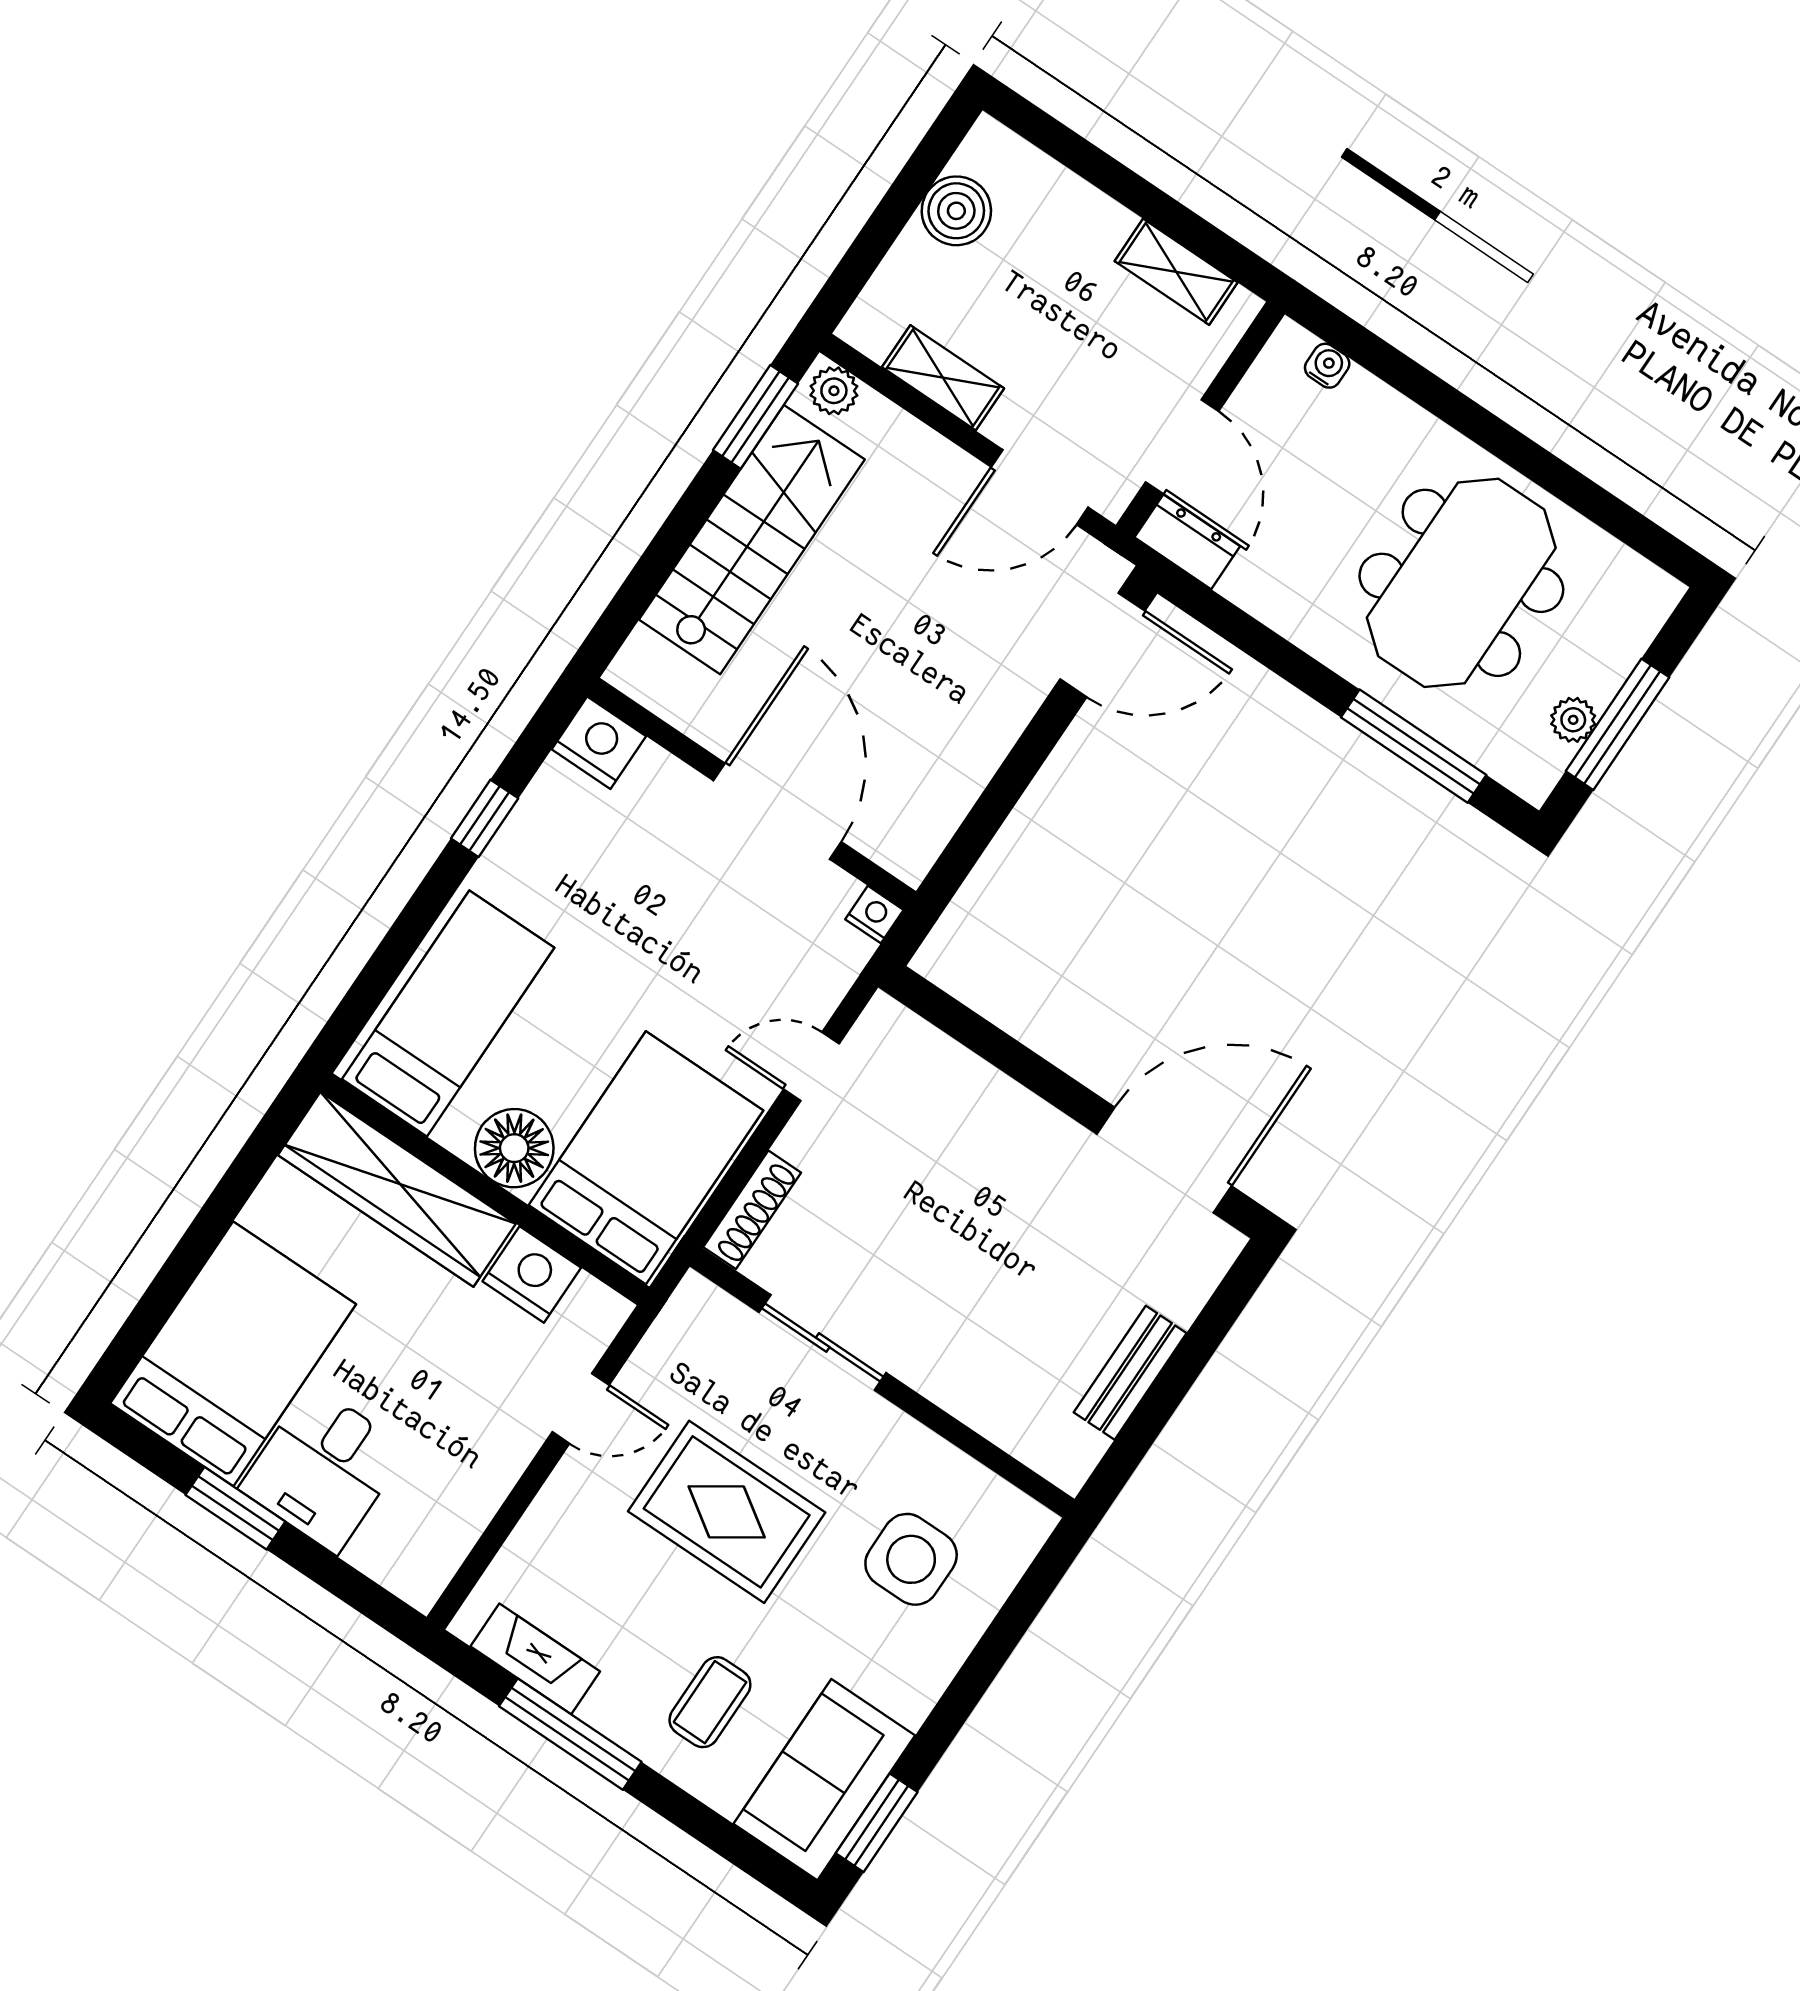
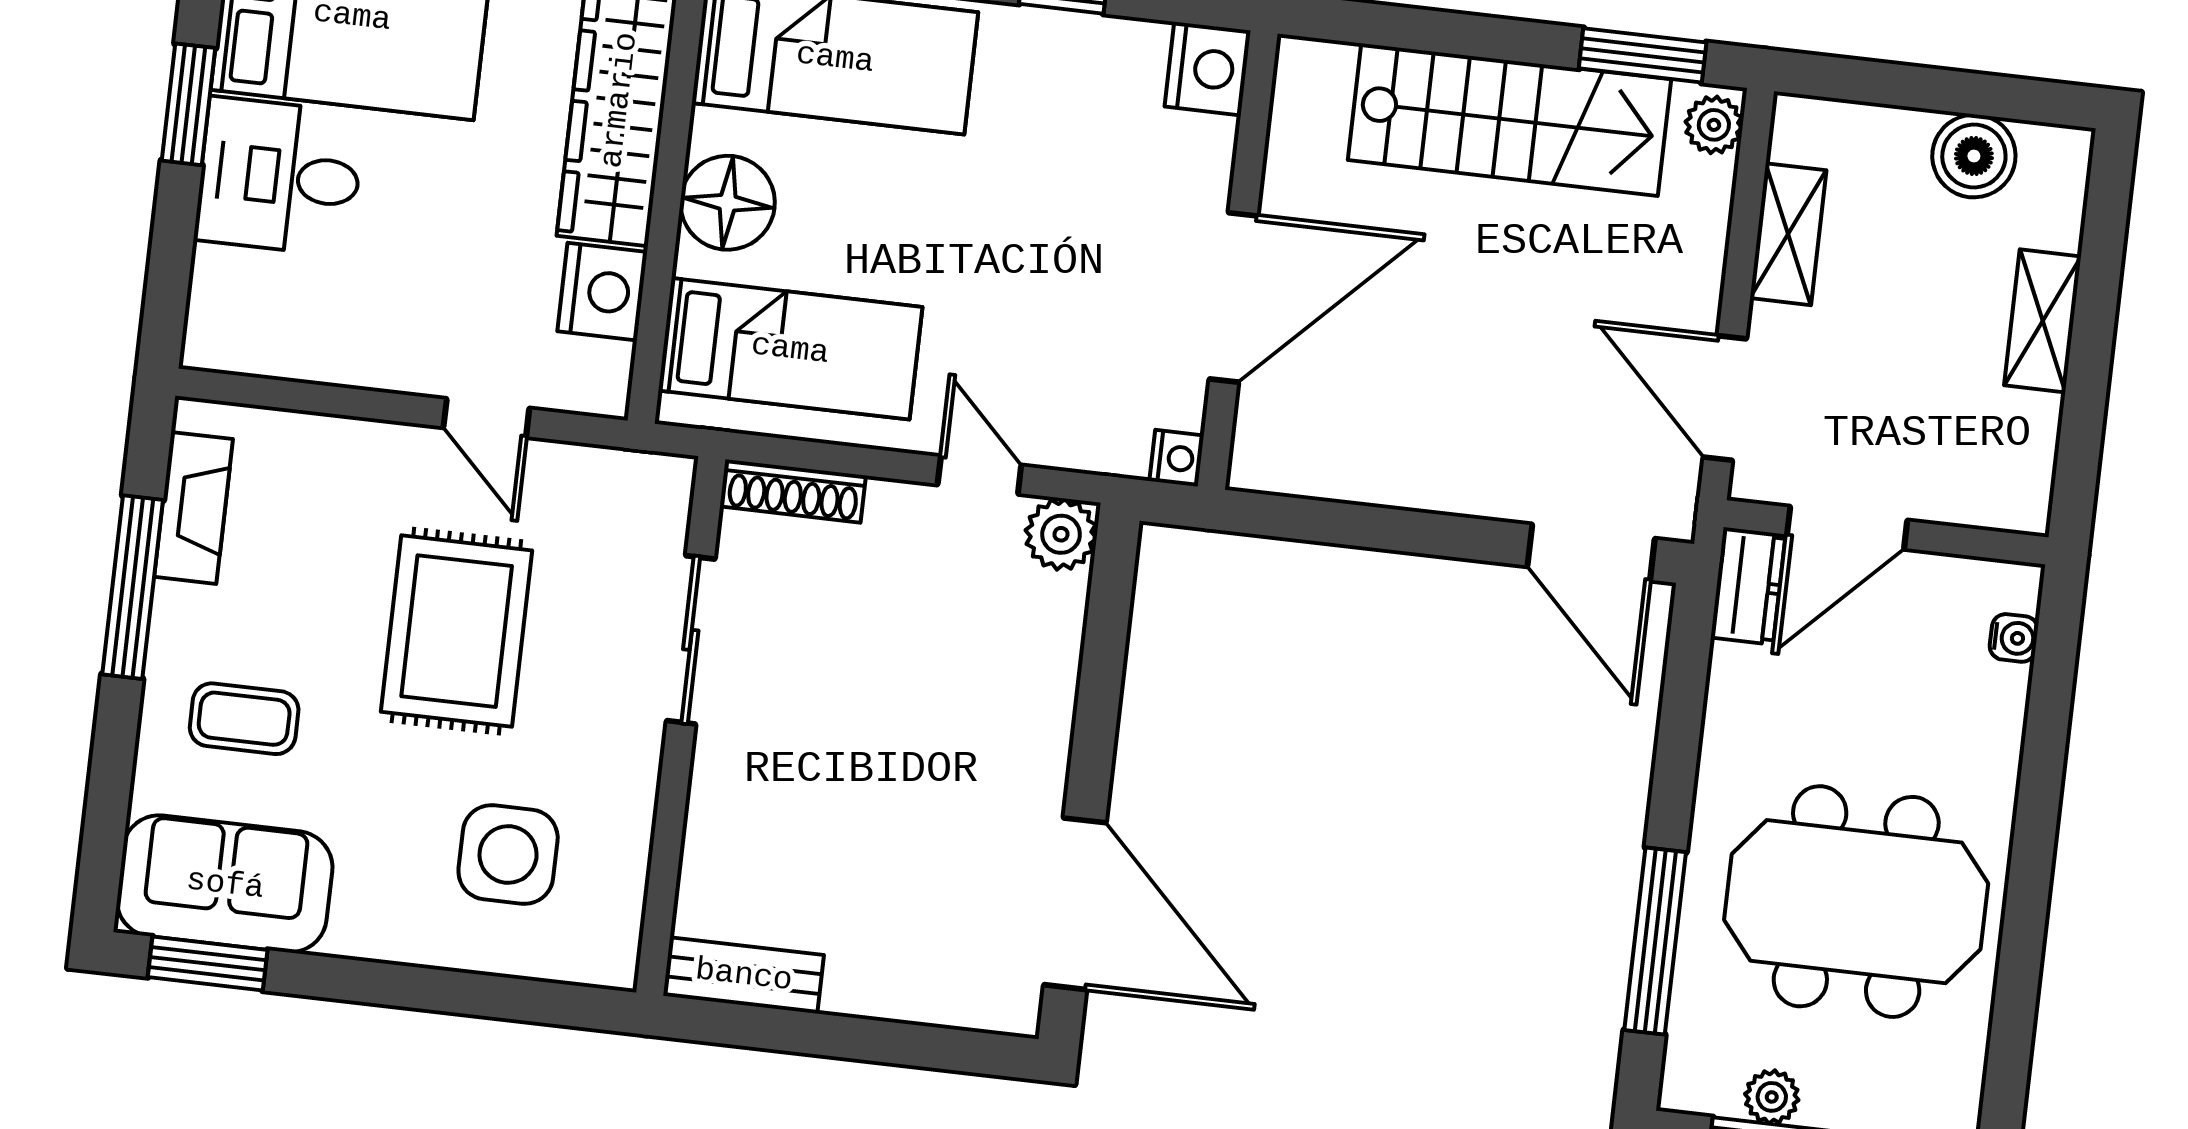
shelving: (1176, 272) -> (2043, 321), moved
plant: (886, 1029) -> (1061, 534), added
bed: (646, 1158) -> (790, 349), width x0.67
bench: (1130, 1373) -> (744, 975), moved

